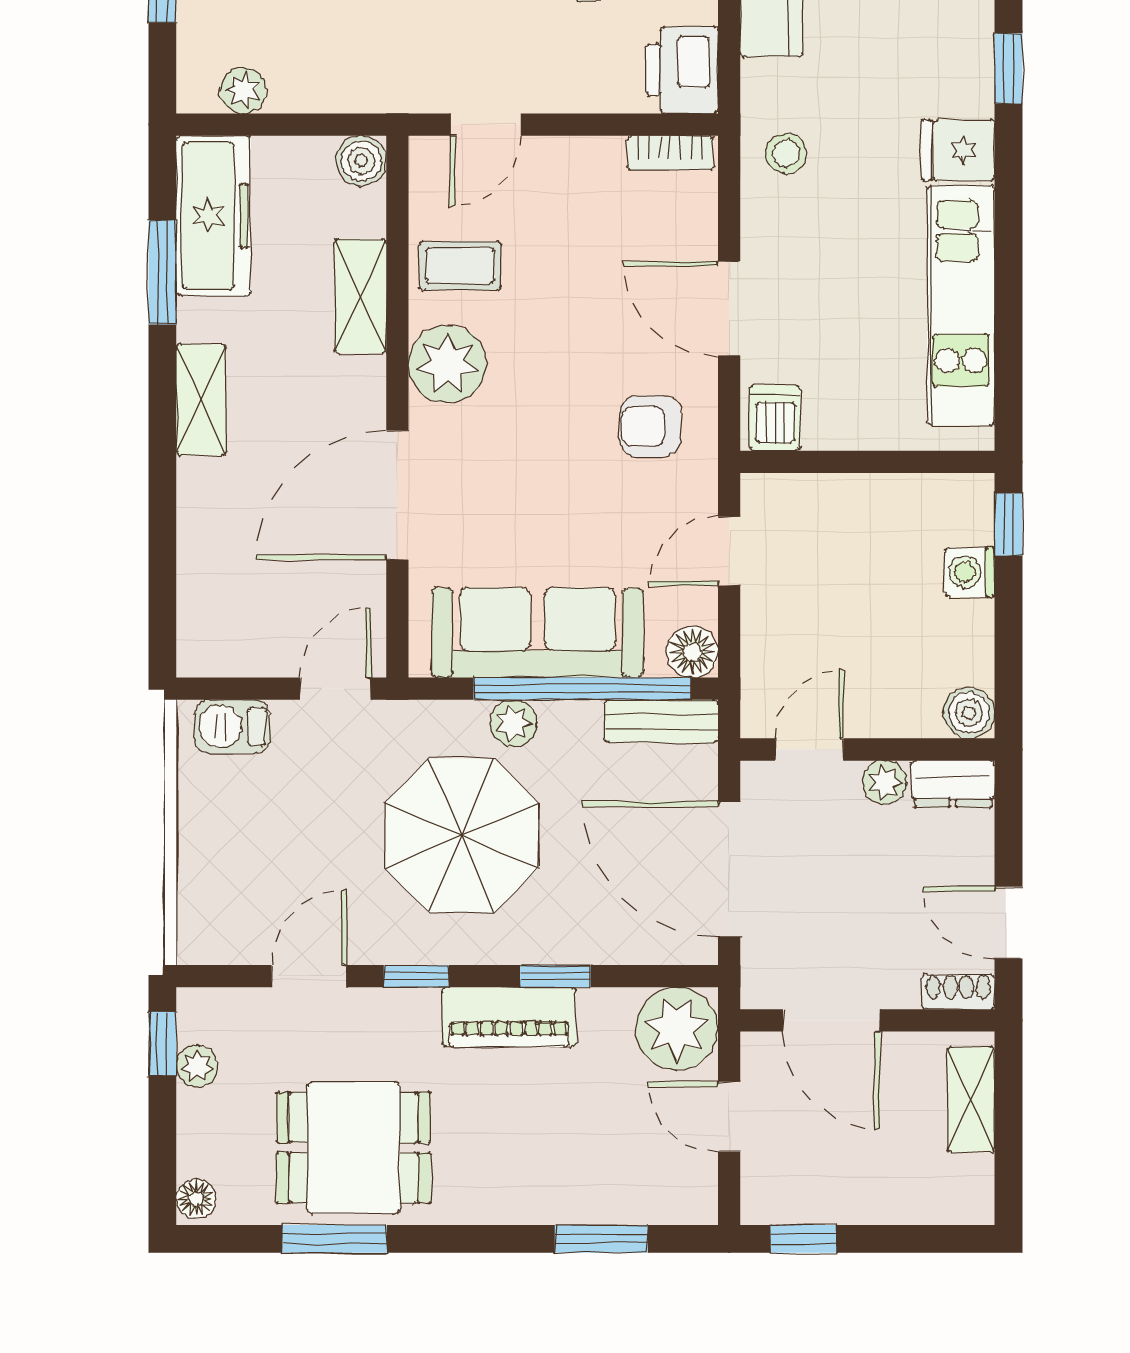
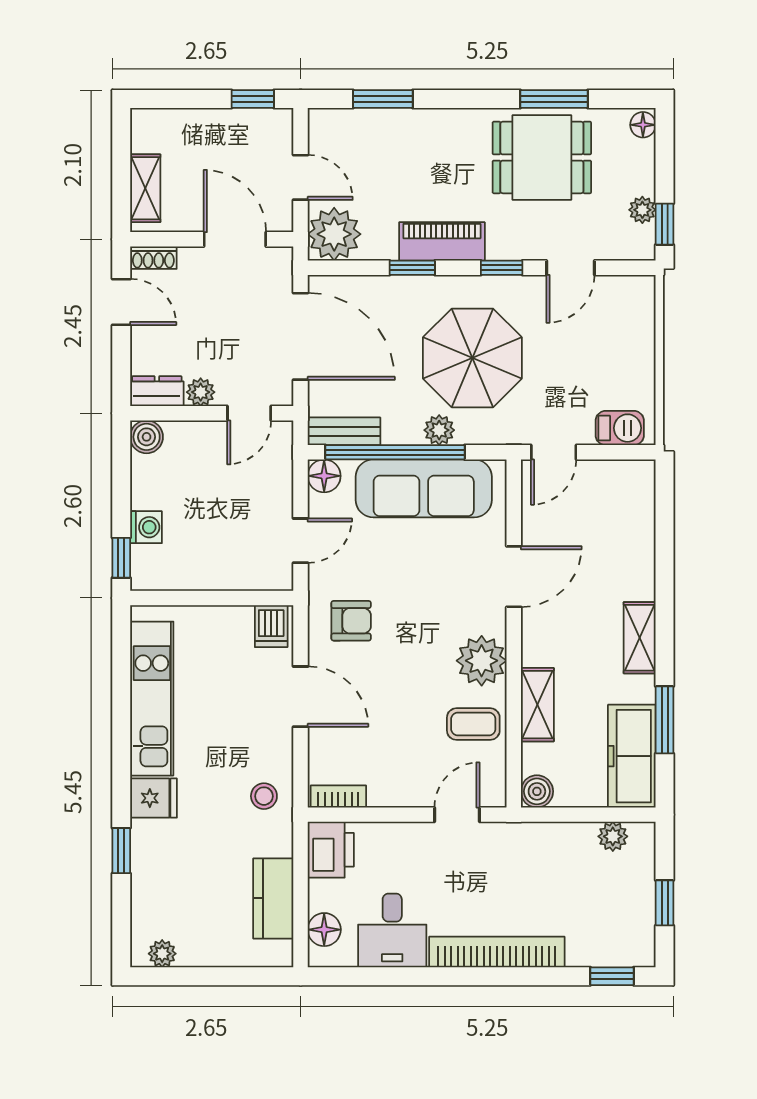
door: (397, 495) -> (514, 577), width x0.73

